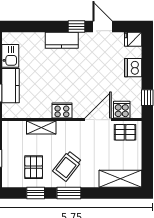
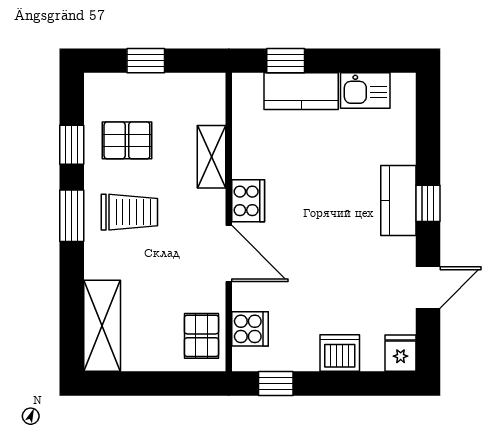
window: (77, 26) -> (428, 203), moved
door: (98, 120) -> (229, 254), moved
trolley: (67, 166) -> (129, 212), turned 142

